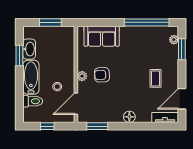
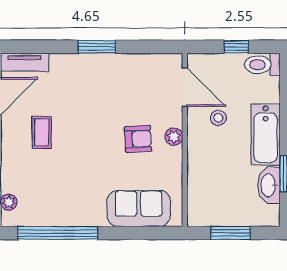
toilet: (33, 101) -> (262, 65), moved
door: (76, 104) -> (185, 87), hinge flipped
floor lamp: (129, 117) -> (89, 63), removed
window: (97, 126) -> (97, 47), moved

